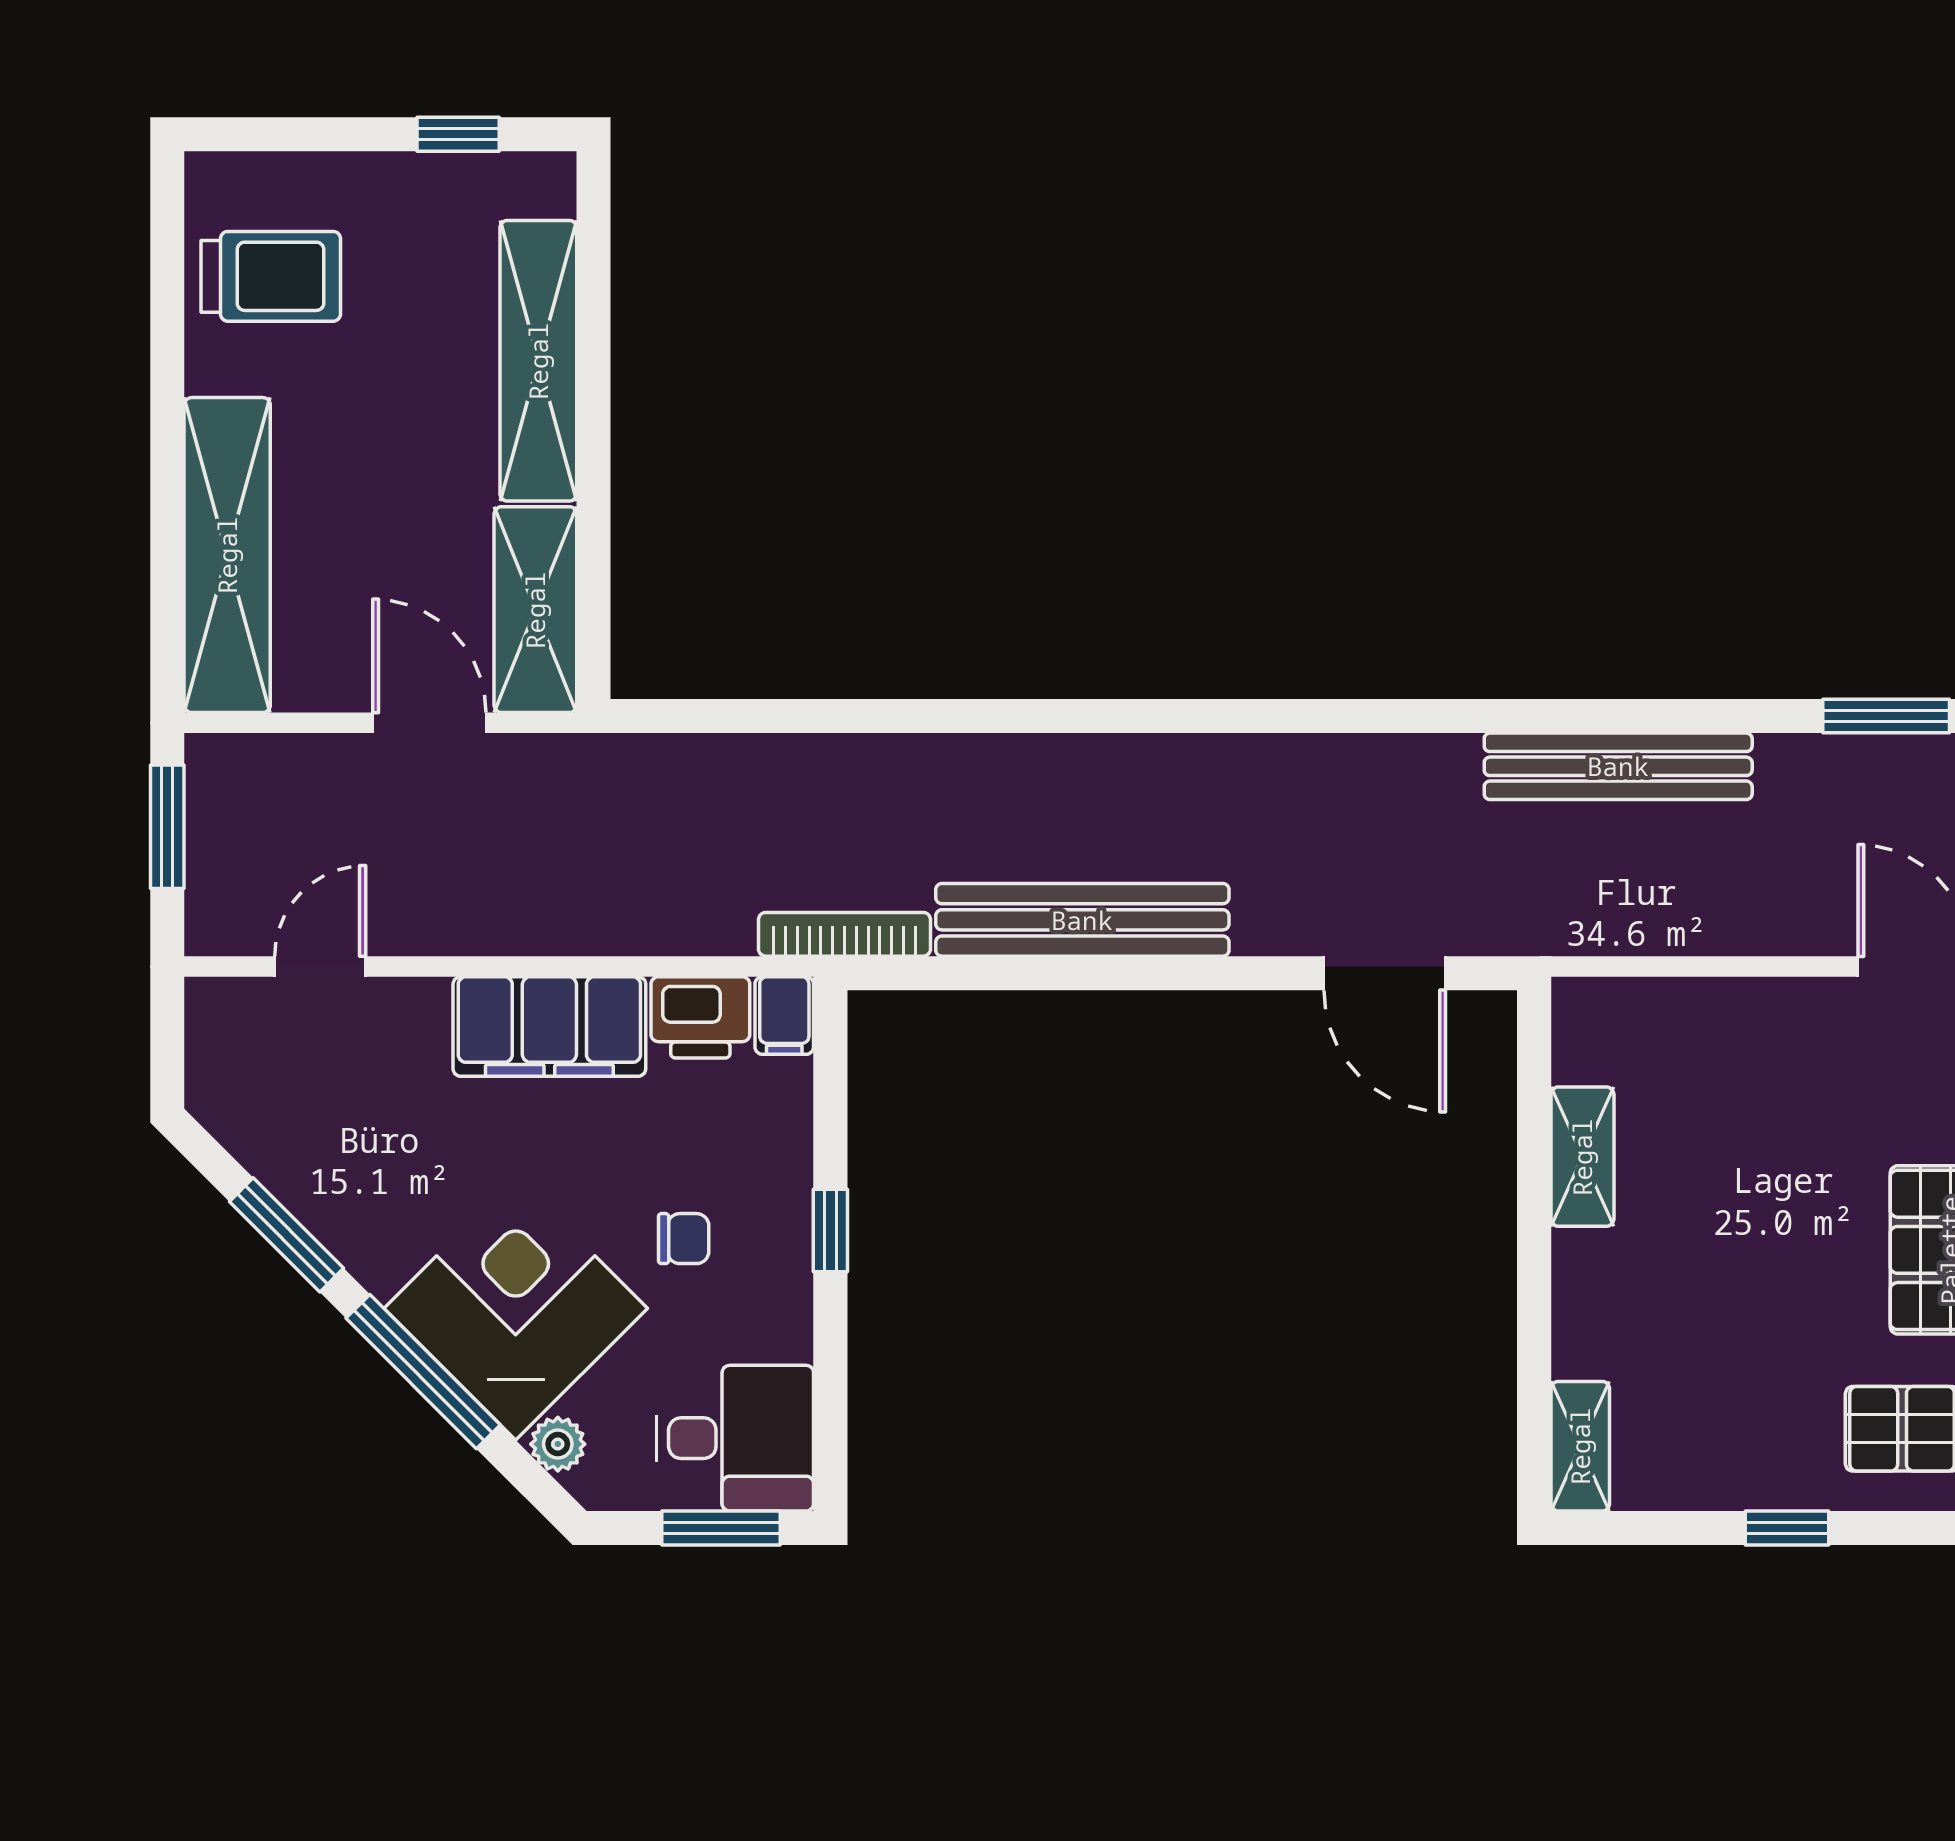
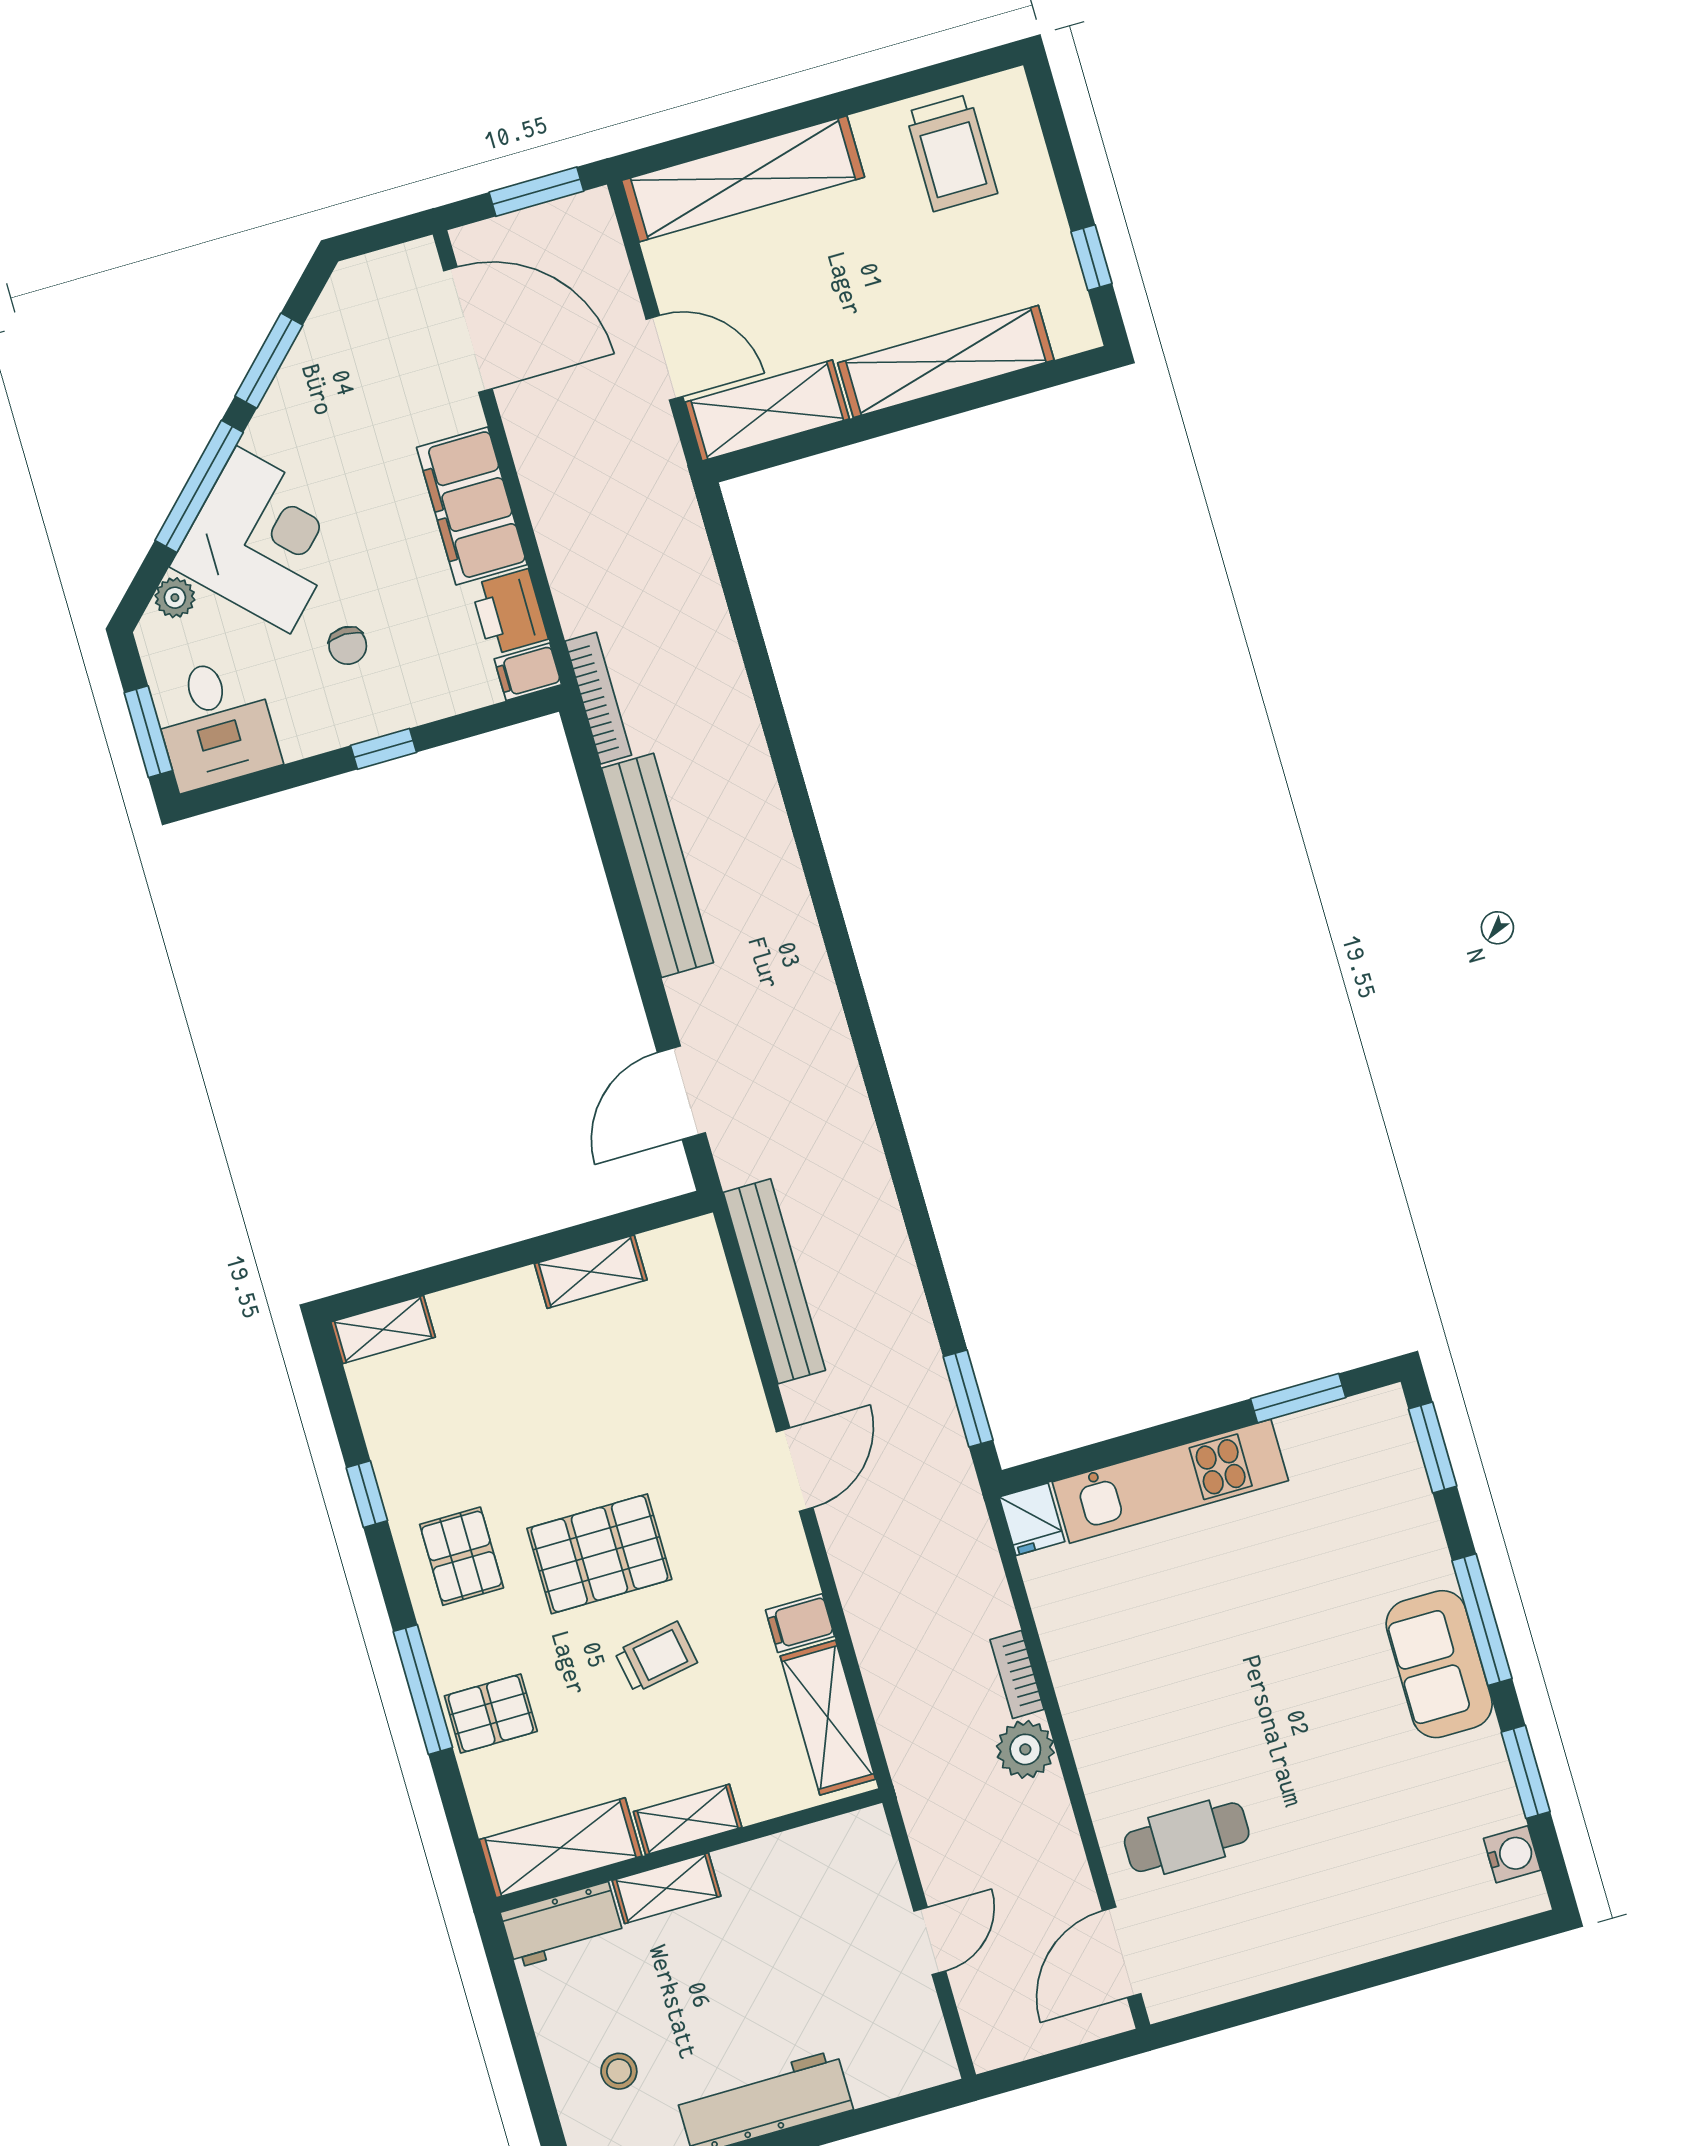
door: (429, 723) -> (664, 358), hinge flipped
bench: (1618, 766) -> (774, 1281), moved
door: (320, 966) -> (468, 330), width x1.88

